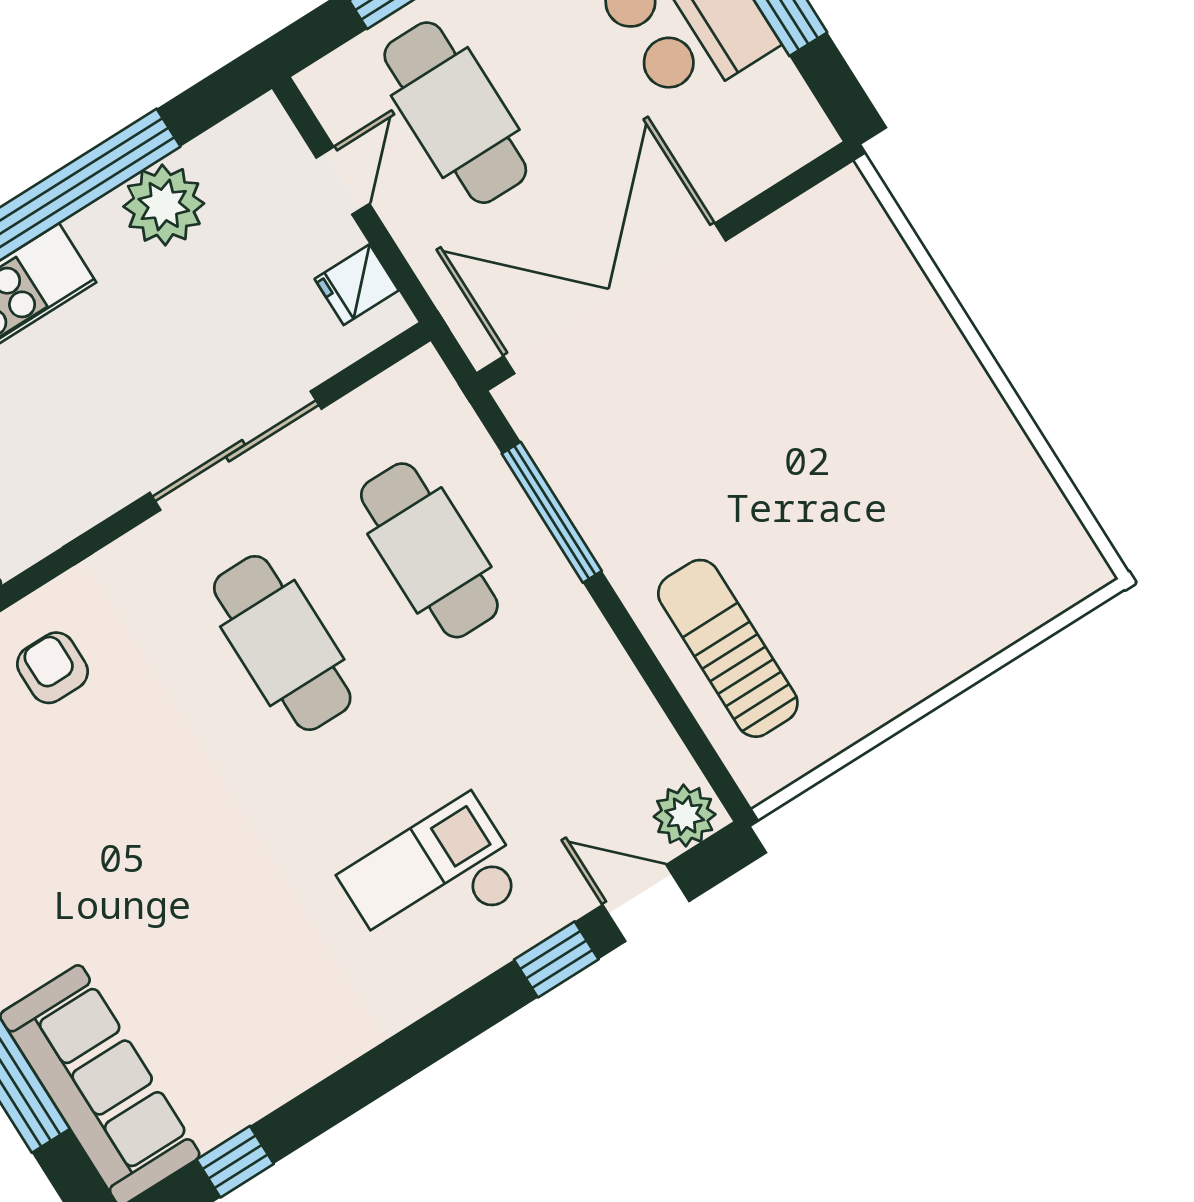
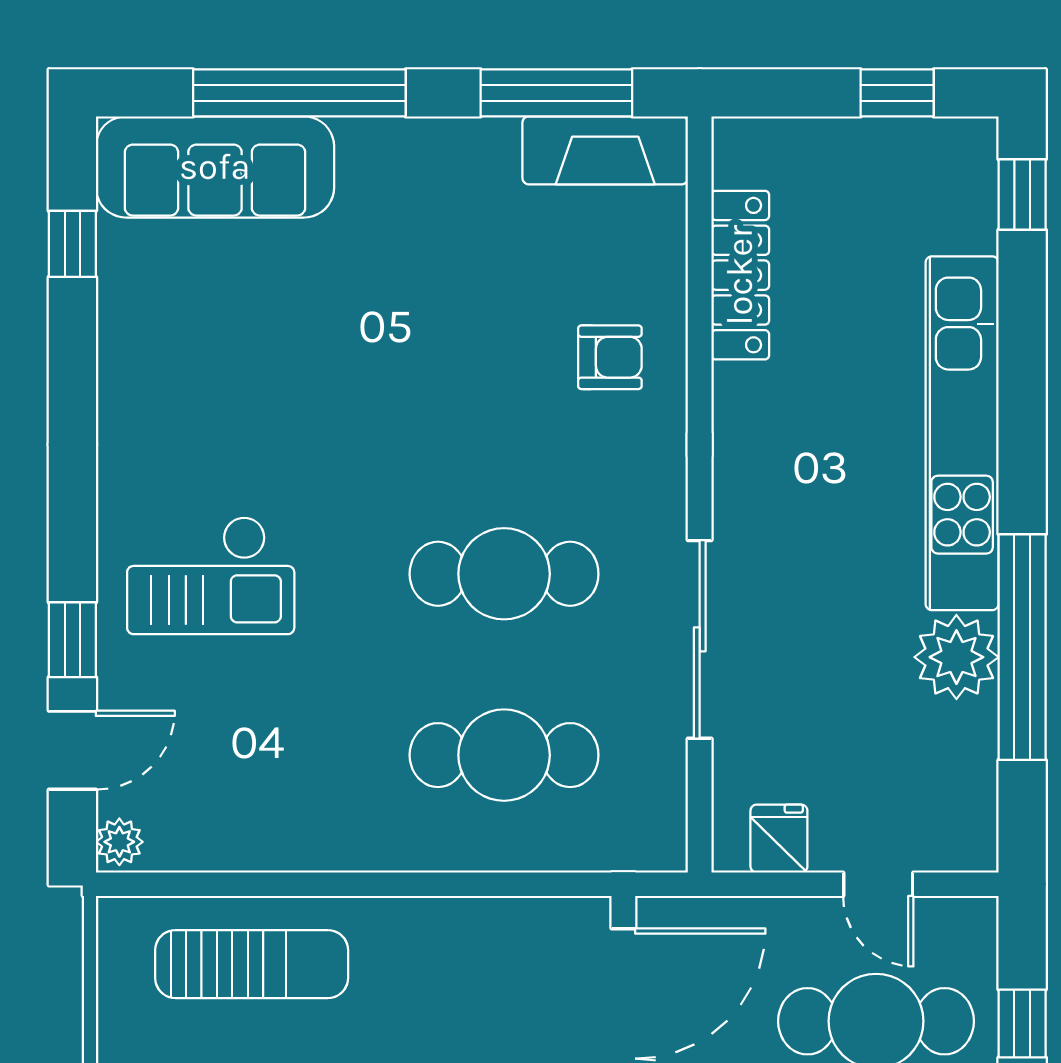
plant: (164, 205) -> (956, 657), moved
window: (552, 512) -> (470, 884), removed
plant: (685, 815) -> (119, 842), width x0.73, depth x0.73
checkout: (433, 880) -> (211, 575), turned 90

